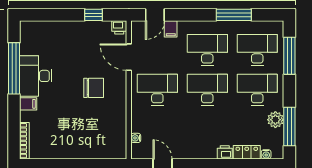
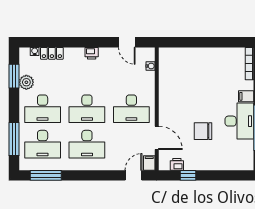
window: (234, 15) -> (46, 175), moved
printer: (119, 27) -> (177, 164), moved
filing cabinet: (171, 29) -> (149, 163), moved
chair: (94, 88) -> (203, 131), moved
window: (289, 127) -> (14, 76), width x0.69
printer: (225, 152) -> (92, 53), moved

